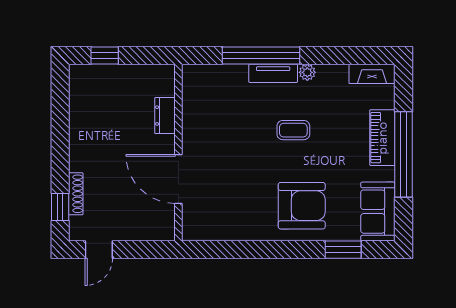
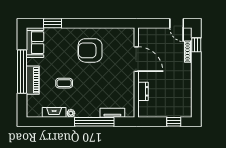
tv unit: (273, 73) -> (112, 113), moved
fireplace: (372, 74) -> (54, 112), moved
coffee table: (293, 130) -> (64, 83), moved
armchair: (302, 206) -> (90, 50), moved
door: (99, 250) -> (177, 23), swing flipped

